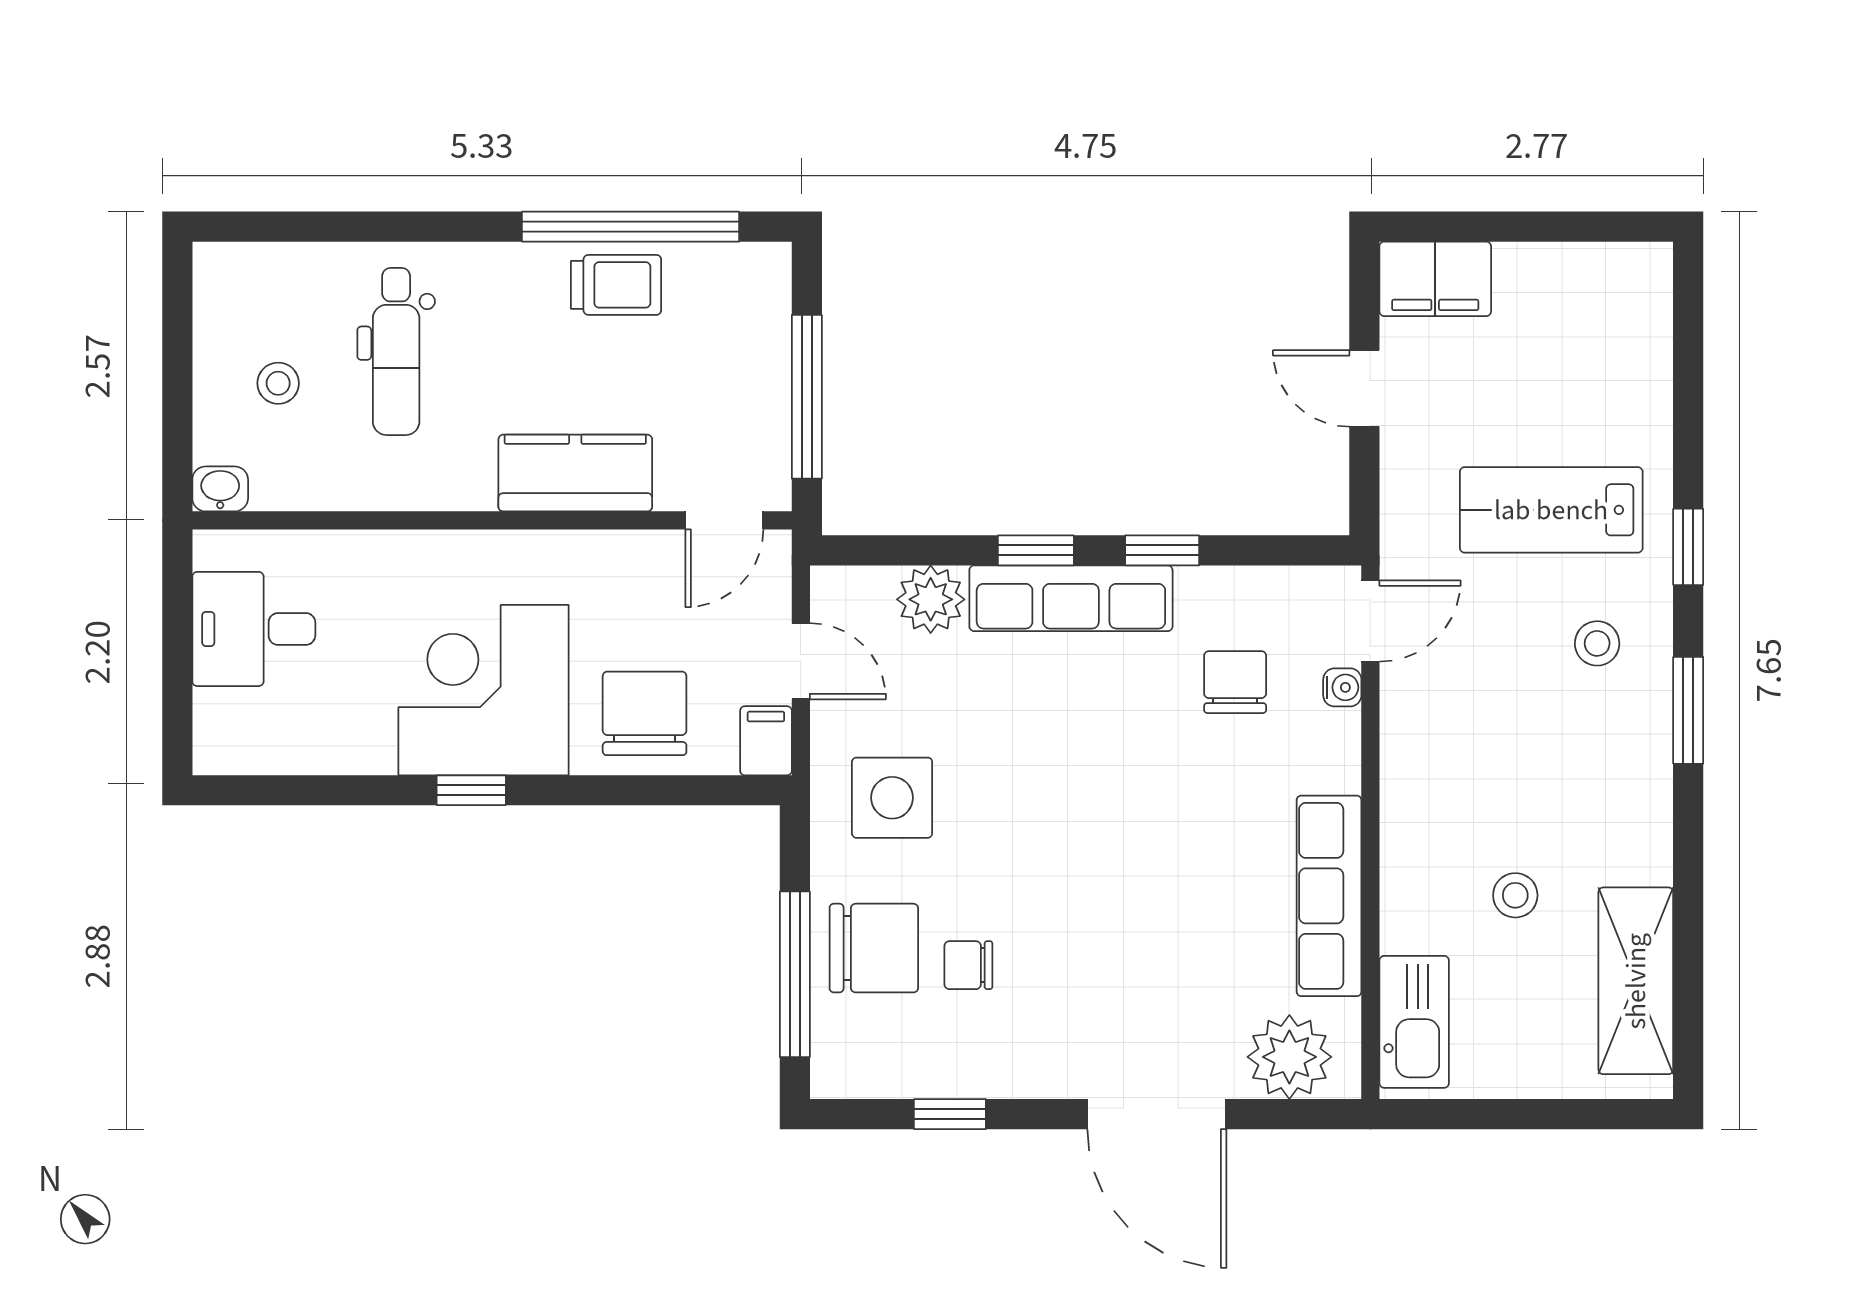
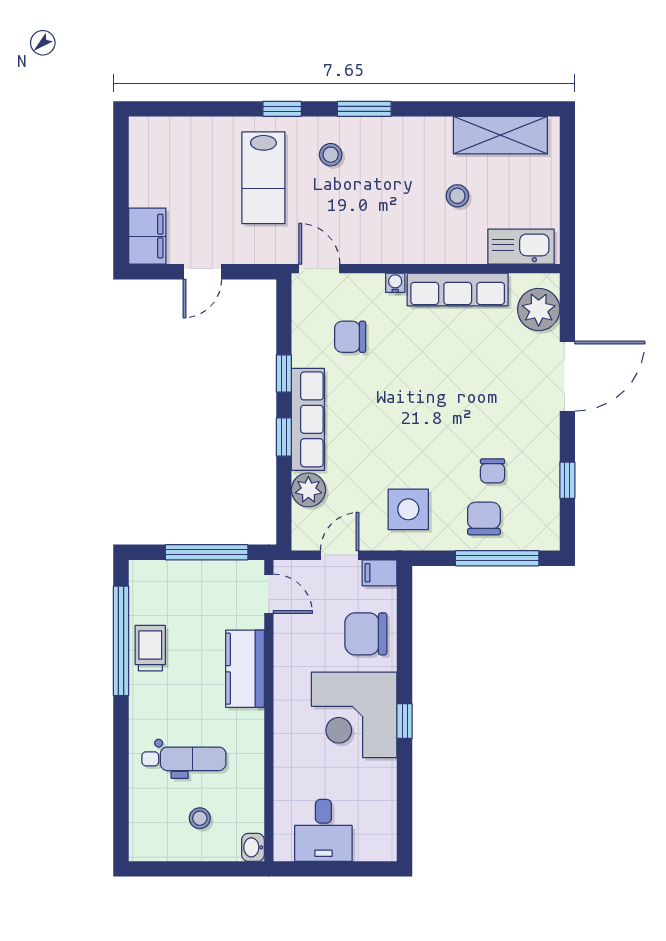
water cooler: (1342, 687) -> (395, 283), moved
chair: (874, 948) -> (484, 519), width x0.73, depth x0.73

